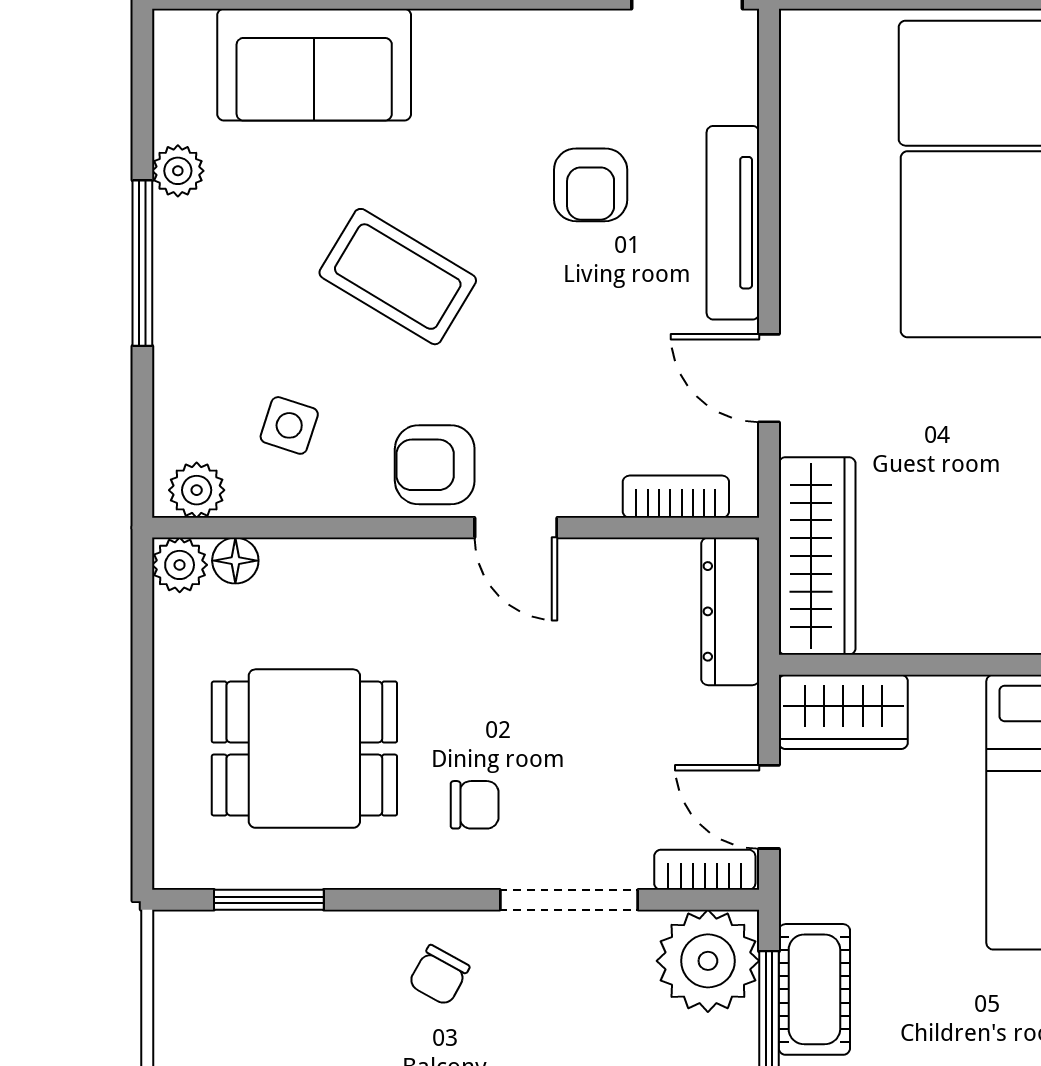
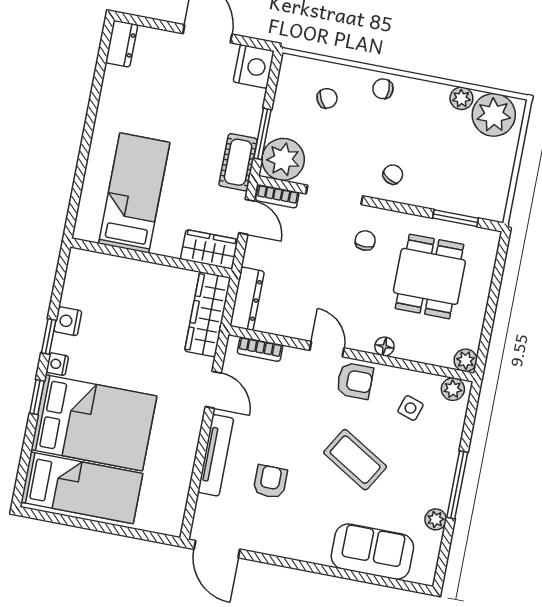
floor lamp: (235, 561) -> (384, 346), moved
dining table: (304, 749) -> (429, 276), turned 90
chair: (475, 805) -> (365, 241), turned 90
cot: (814, 989) -> (238, 162), moved

